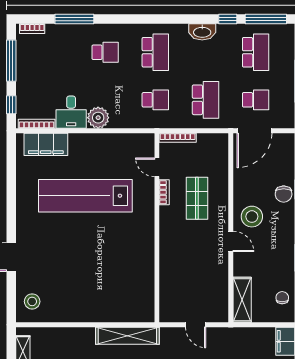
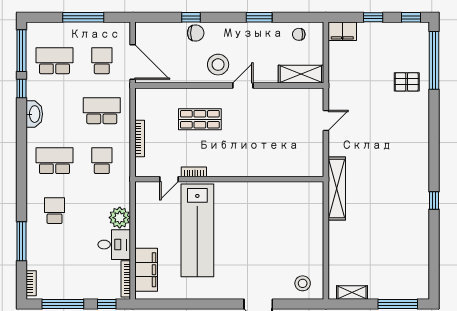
door: (157, 167) -> (169, 179), moved
bookcase: (164, 192) -> (194, 172), moved
wall: (157, 228) -> (229, 179), moved

